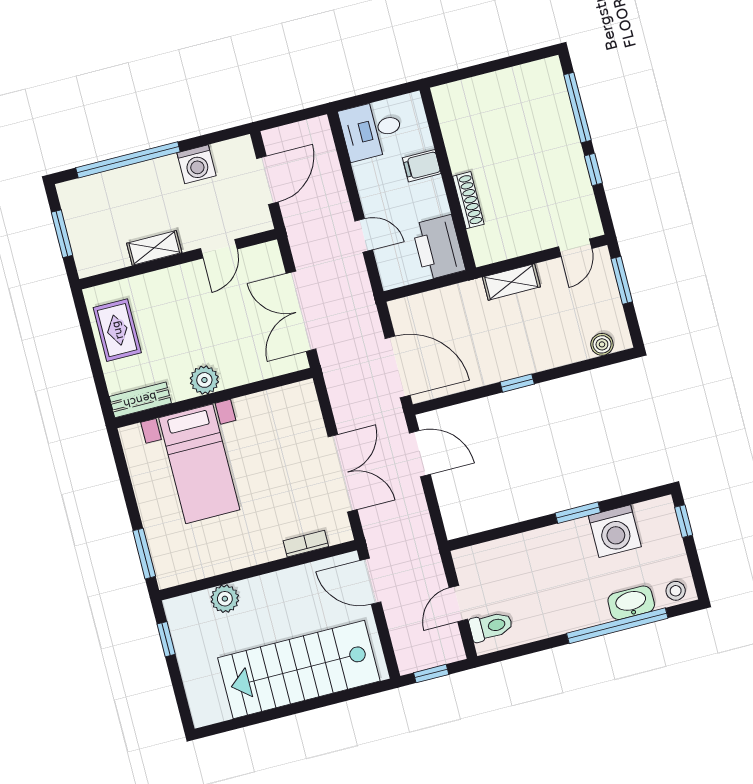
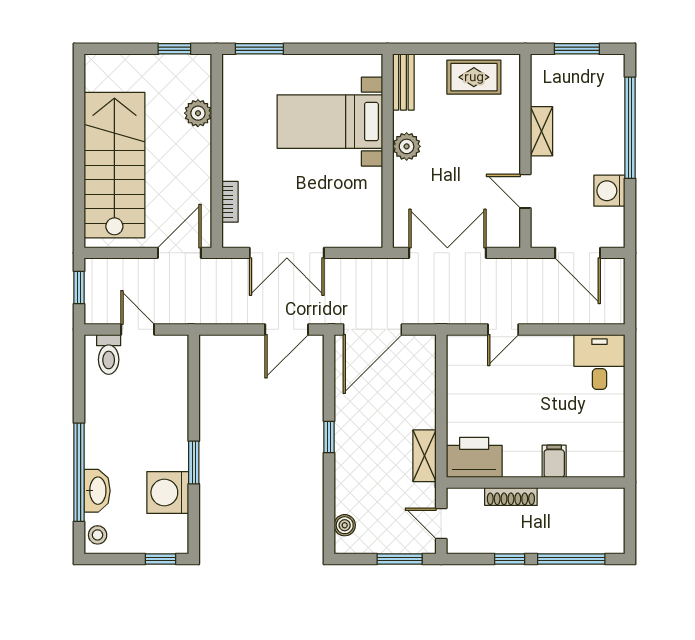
filing cabinet: (422, 166) -> (554, 461), moved
wall: (448, 179) -> (536, 482), moved
shoe rack: (468, 200) -> (511, 496), moved
printer: (438, 247) -> (474, 457), moved

